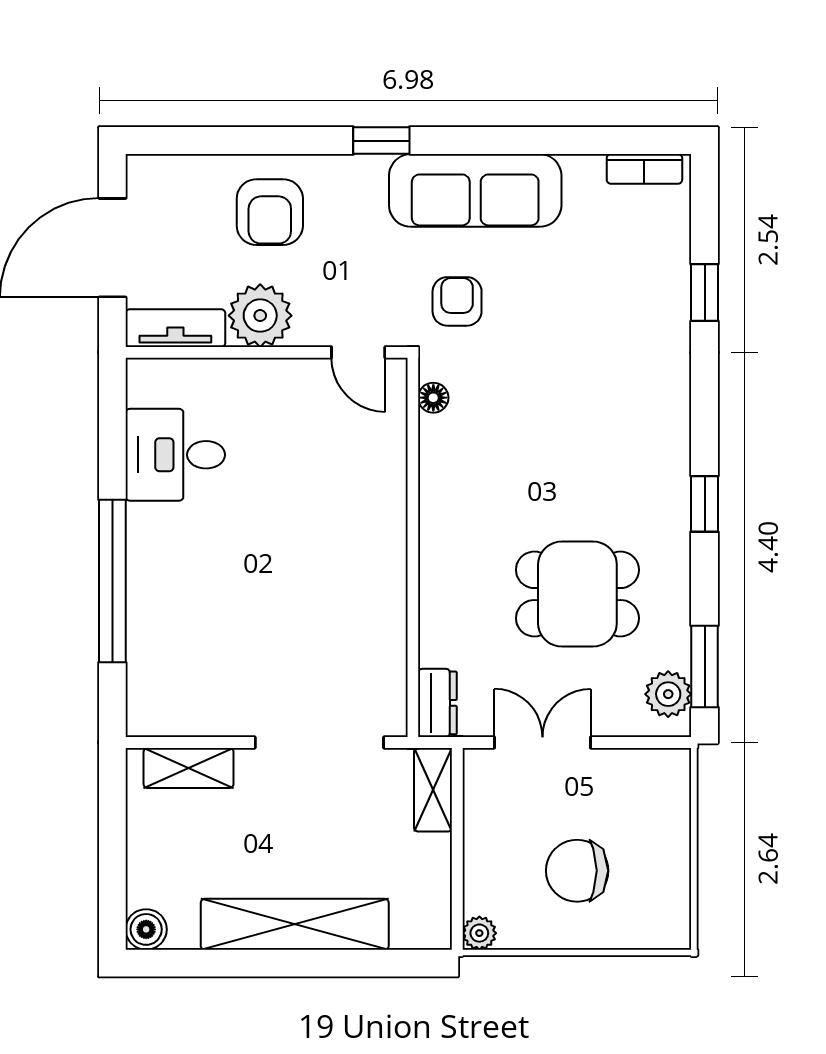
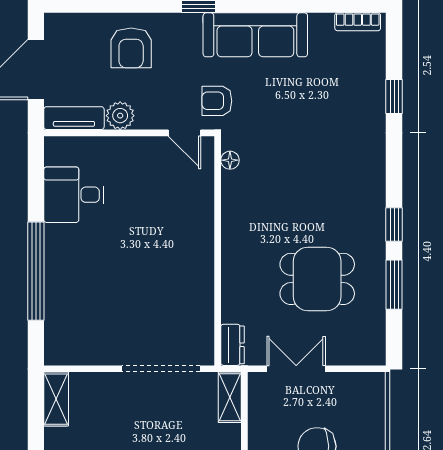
armchair: (457, 301) -> (217, 101), moved, turned -90
plant: (260, 316) -> (120, 116), width x0.73, depth x0.73
window: (705, 667) -> (394, 285), moved
plant: (668, 694) -> (372, 339), removed
shelving: (189, 768) -> (56, 399), moved, turned 90

